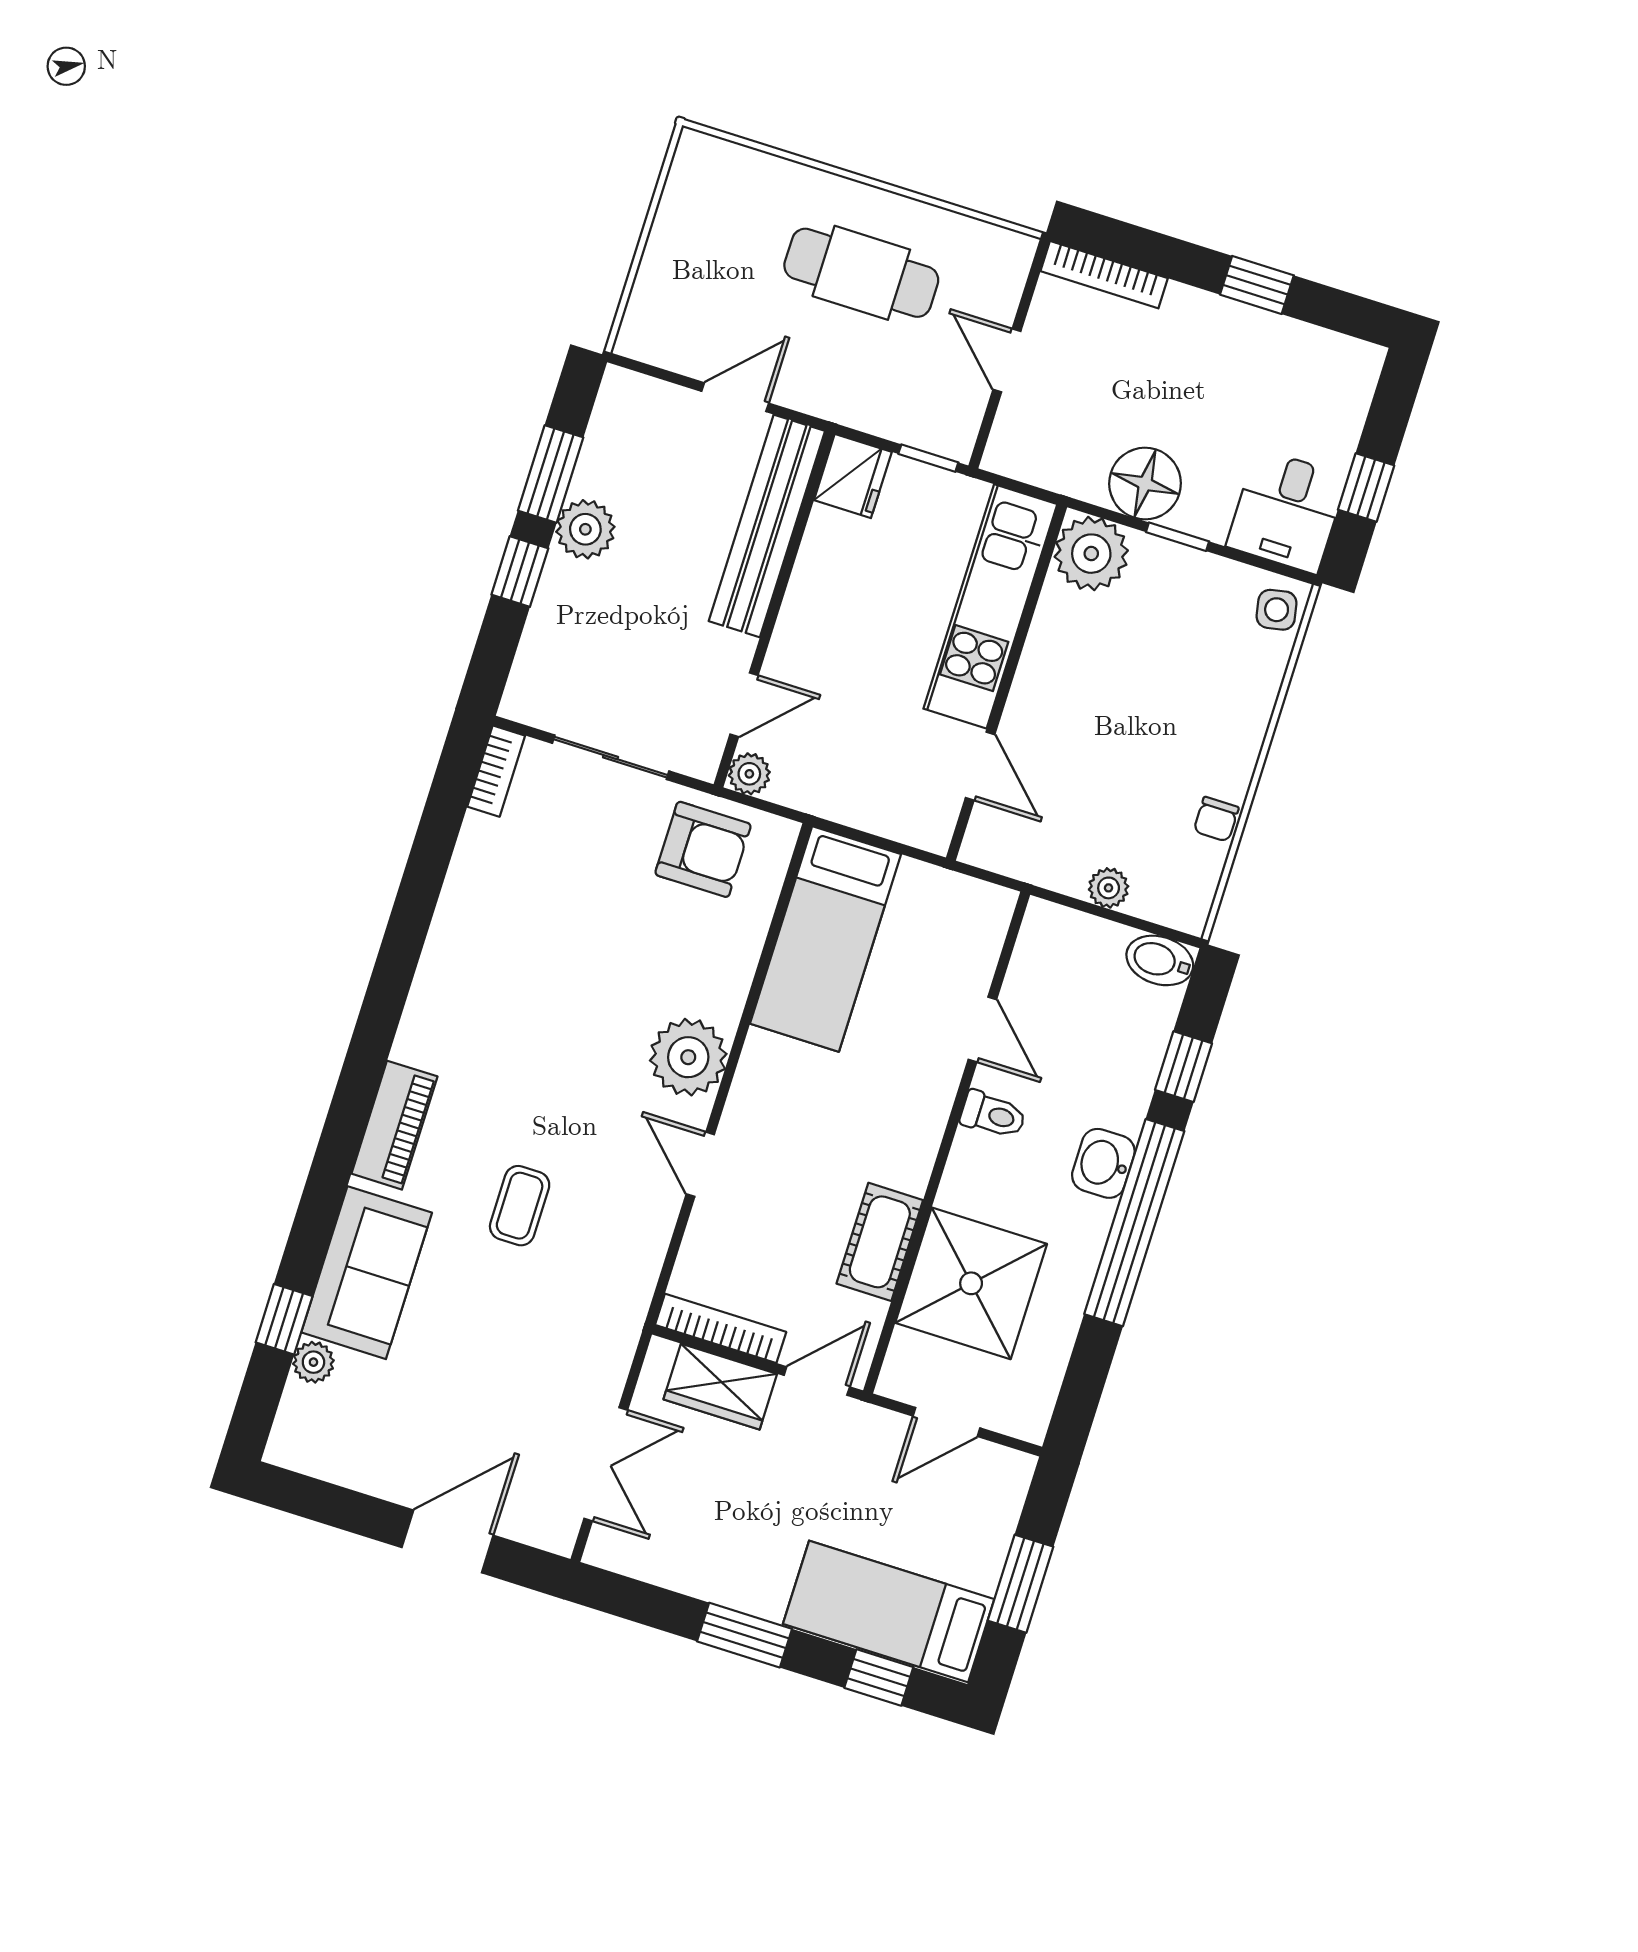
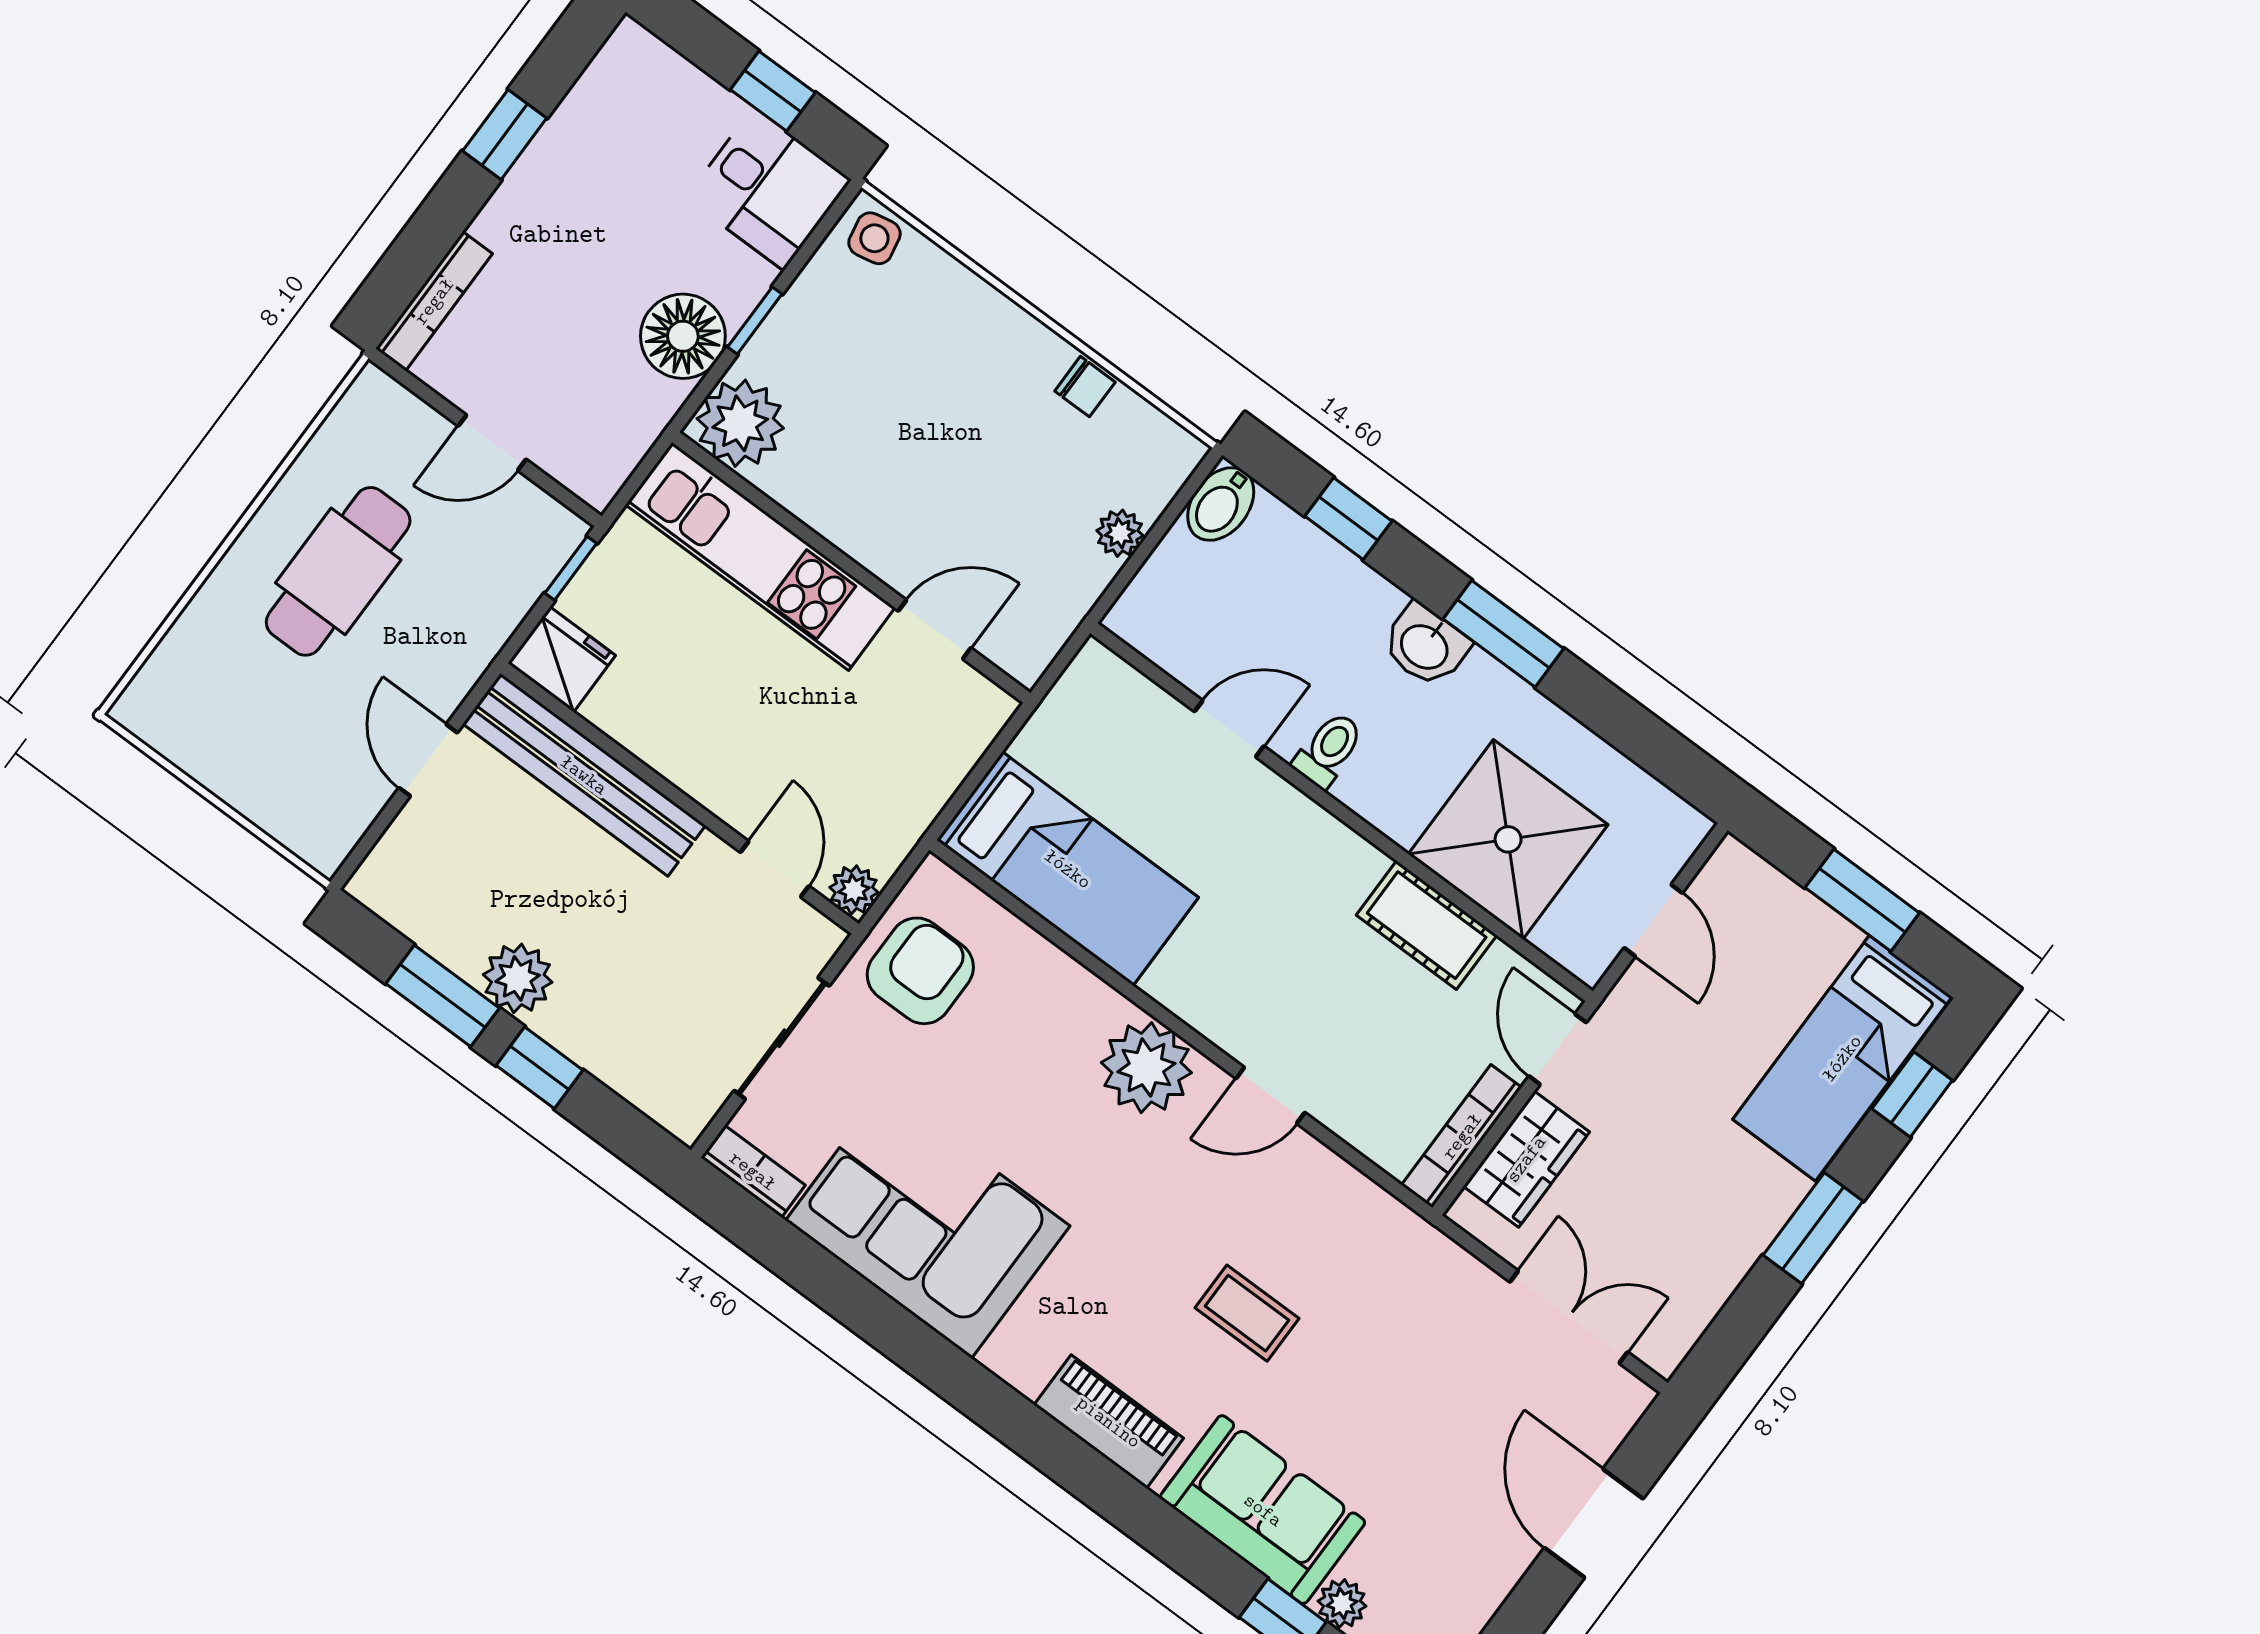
corner sofa: (503, 925) -> (928, 1223), added
window: (1134, 1223) -> (1503, 634), width x0.47

